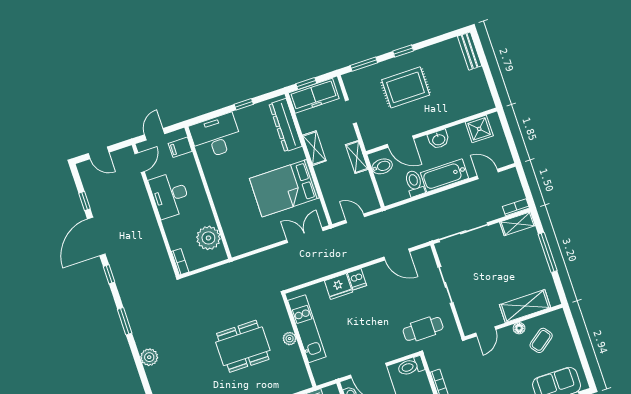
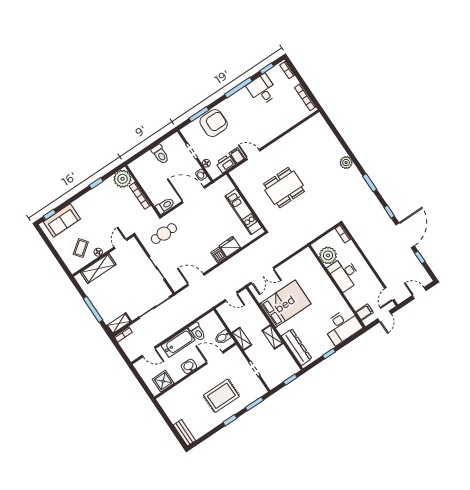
freezer: (314, 96) -> (283, 373), removed
desk: (170, 195) -> (344, 274), moved, turned 180
plant: (290, 339) -> (253, 202), removed

